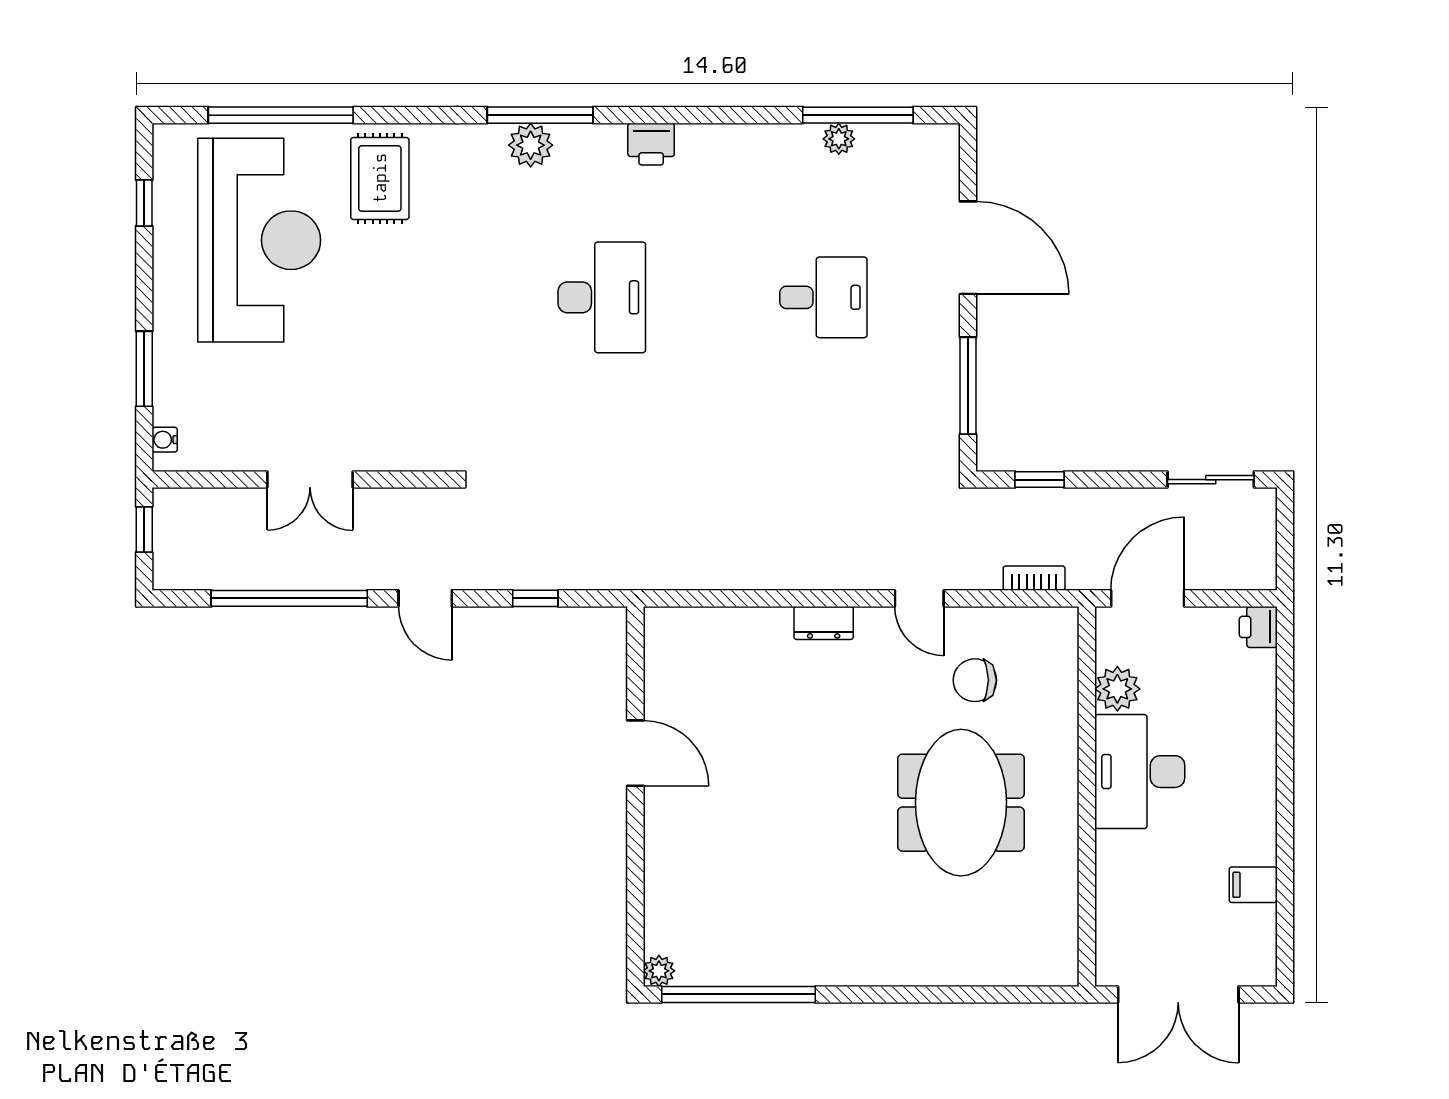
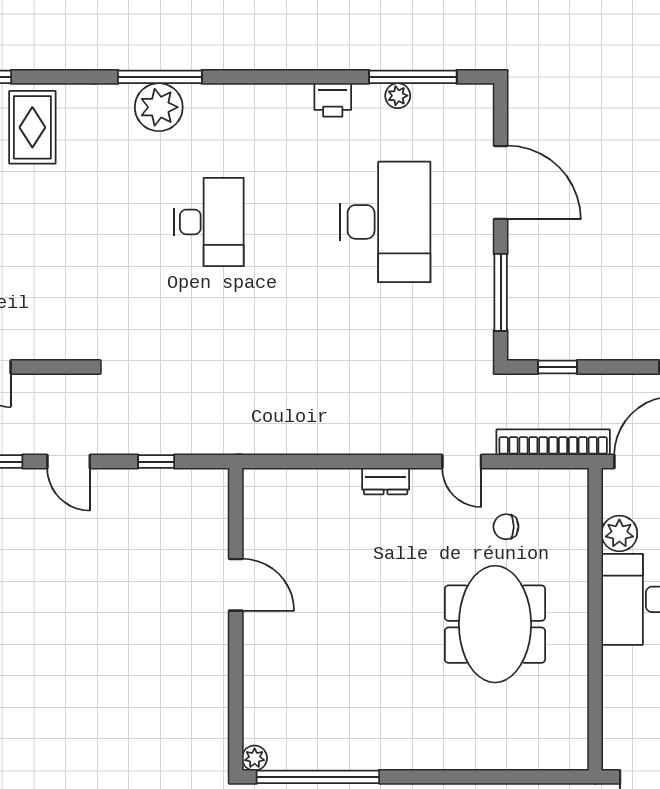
printer: (651, 144) -> (333, 100), moved
plant: (531, 145) -> (159, 107), width x1.36, depth x1.36
desk: (823, 297) -> (385, 222), width x1.87, depth x1.30
bookcase: (1034, 578) -> (553, 442), width x2.31, depth x1.31
chair: (975, 680) -> (506, 527), width x0.73, depth x0.73

